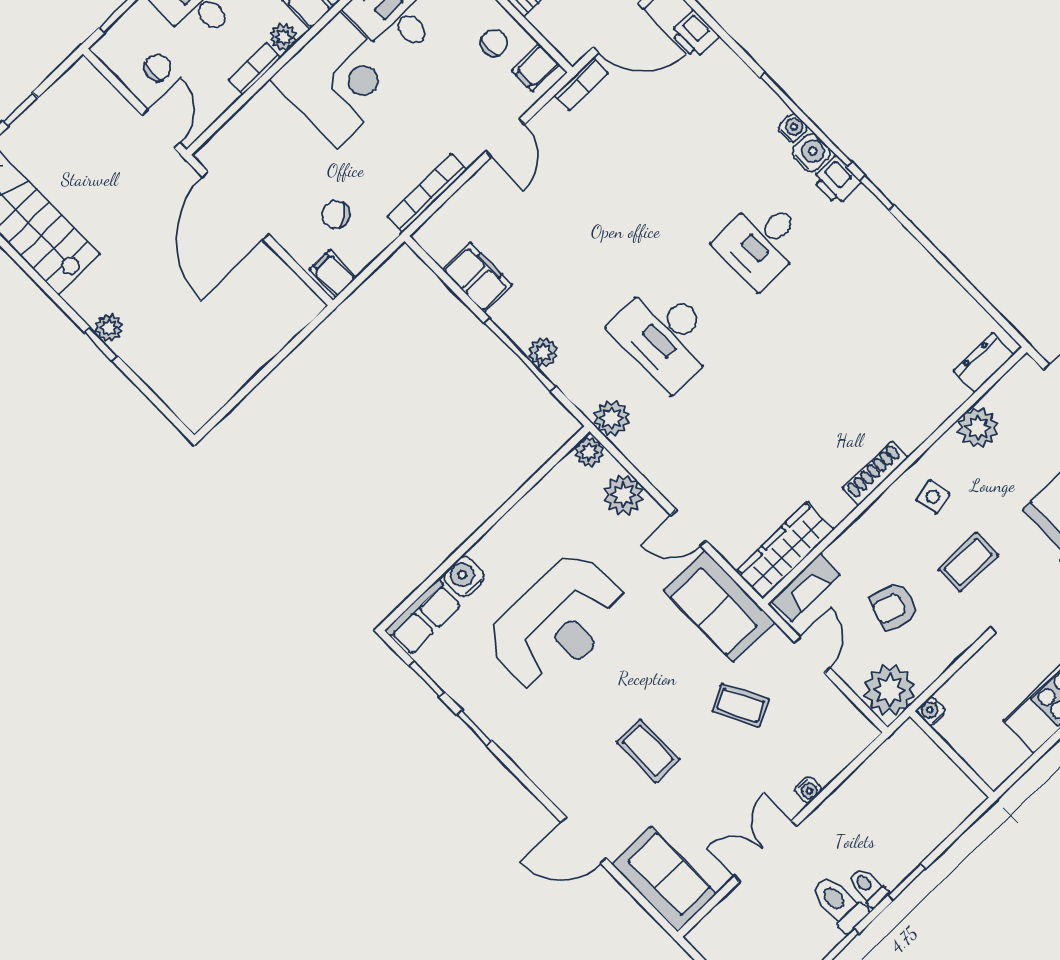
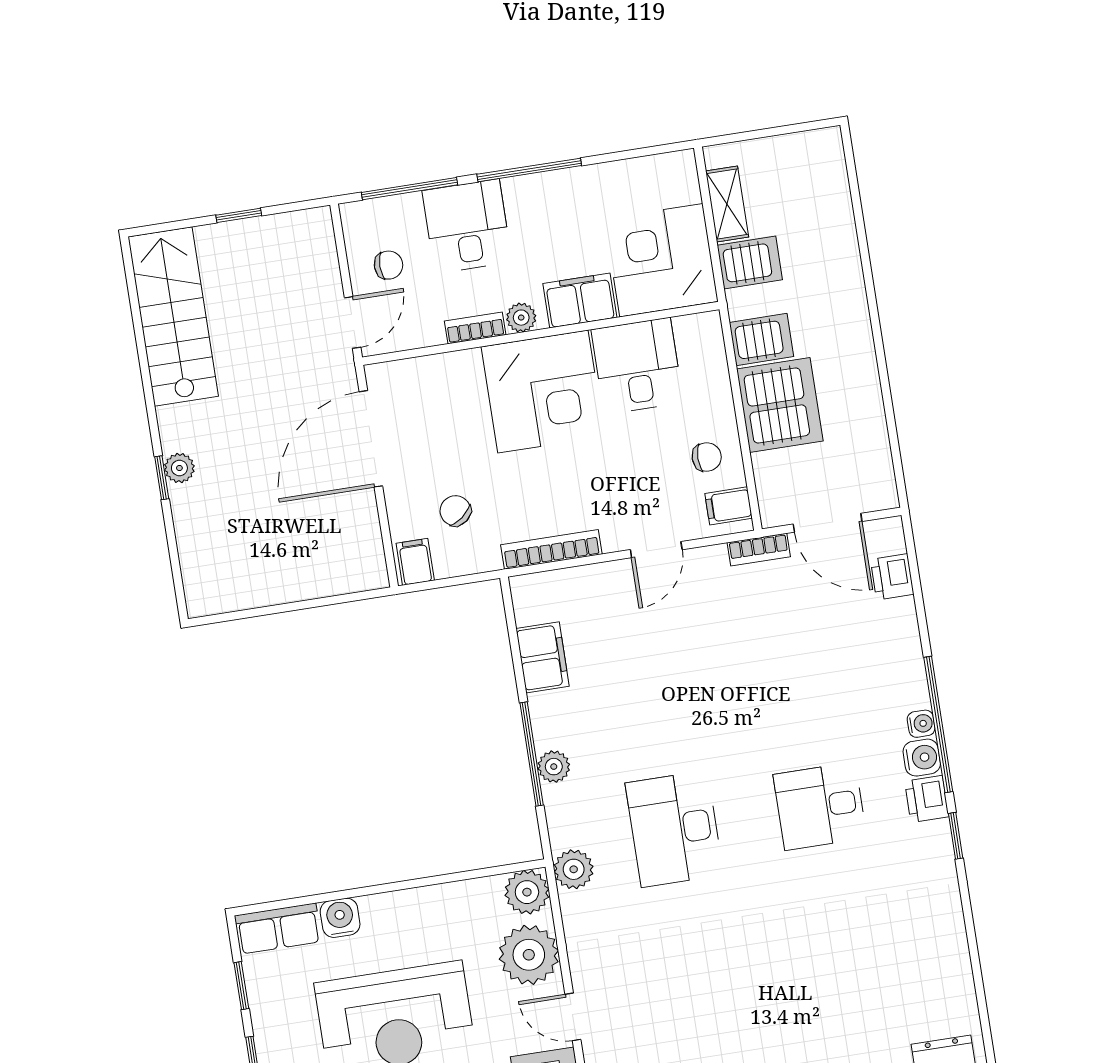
plant: (589, 452) -> (527, 892), width x1.38, depth x1.38
plant: (623, 495) -> (529, 955), width x1.36, depth x1.36

